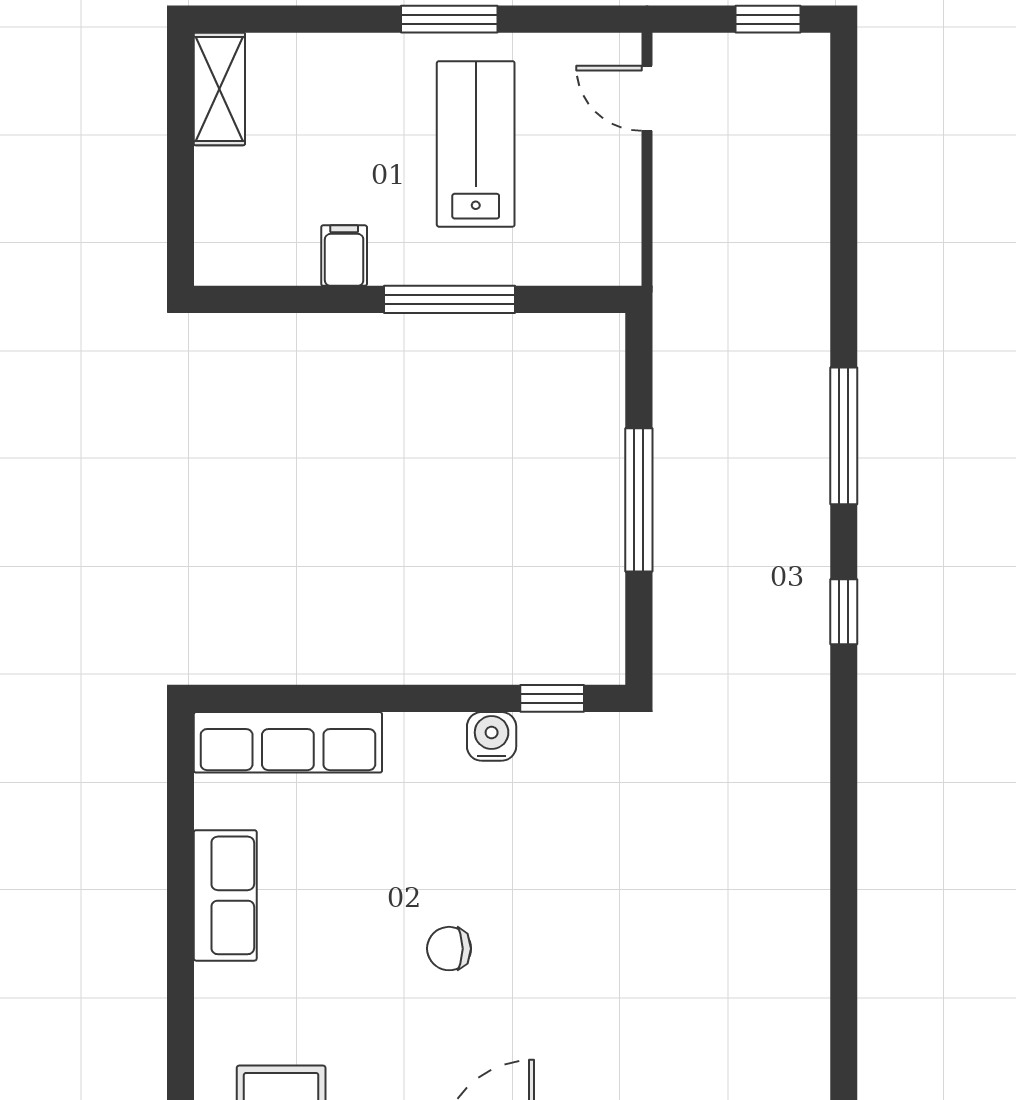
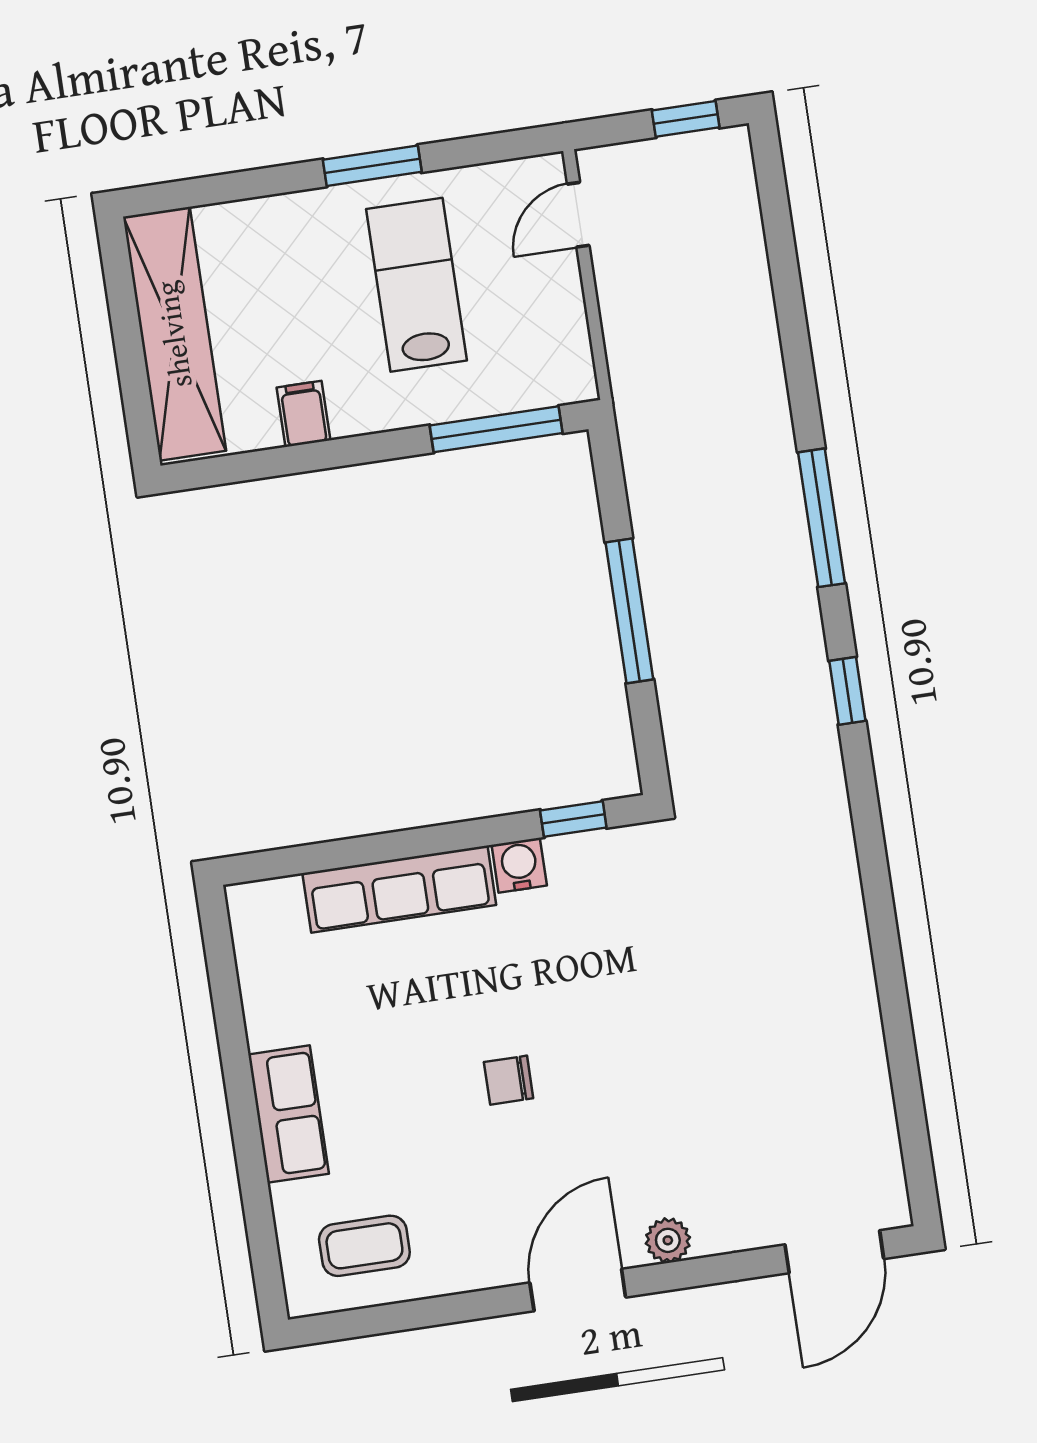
shelving: (219, 89) -> (175, 334), width x2.20, depth x1.33
door: (647, 98) -> (578, 215), hinge flipped
window: (450, 299) -> (496, 429), moved
row of seats: (288, 742) -> (399, 889), moved
row of seats: (225, 895) -> (289, 1114), moved

